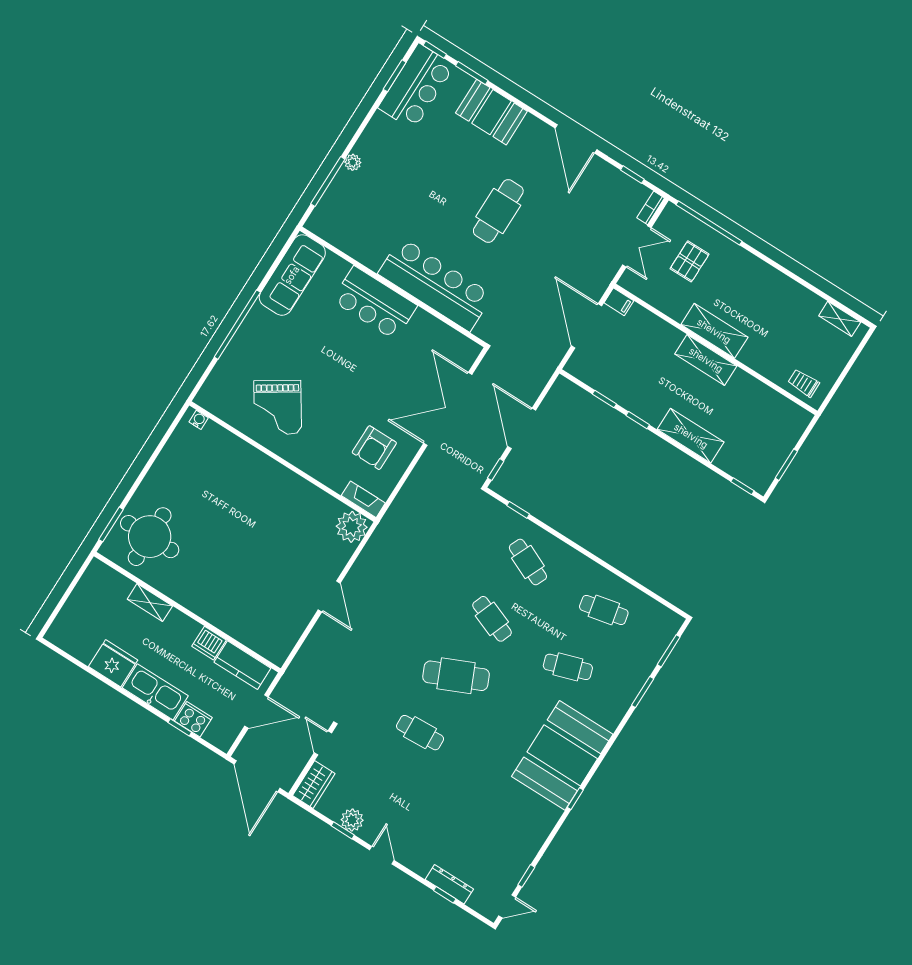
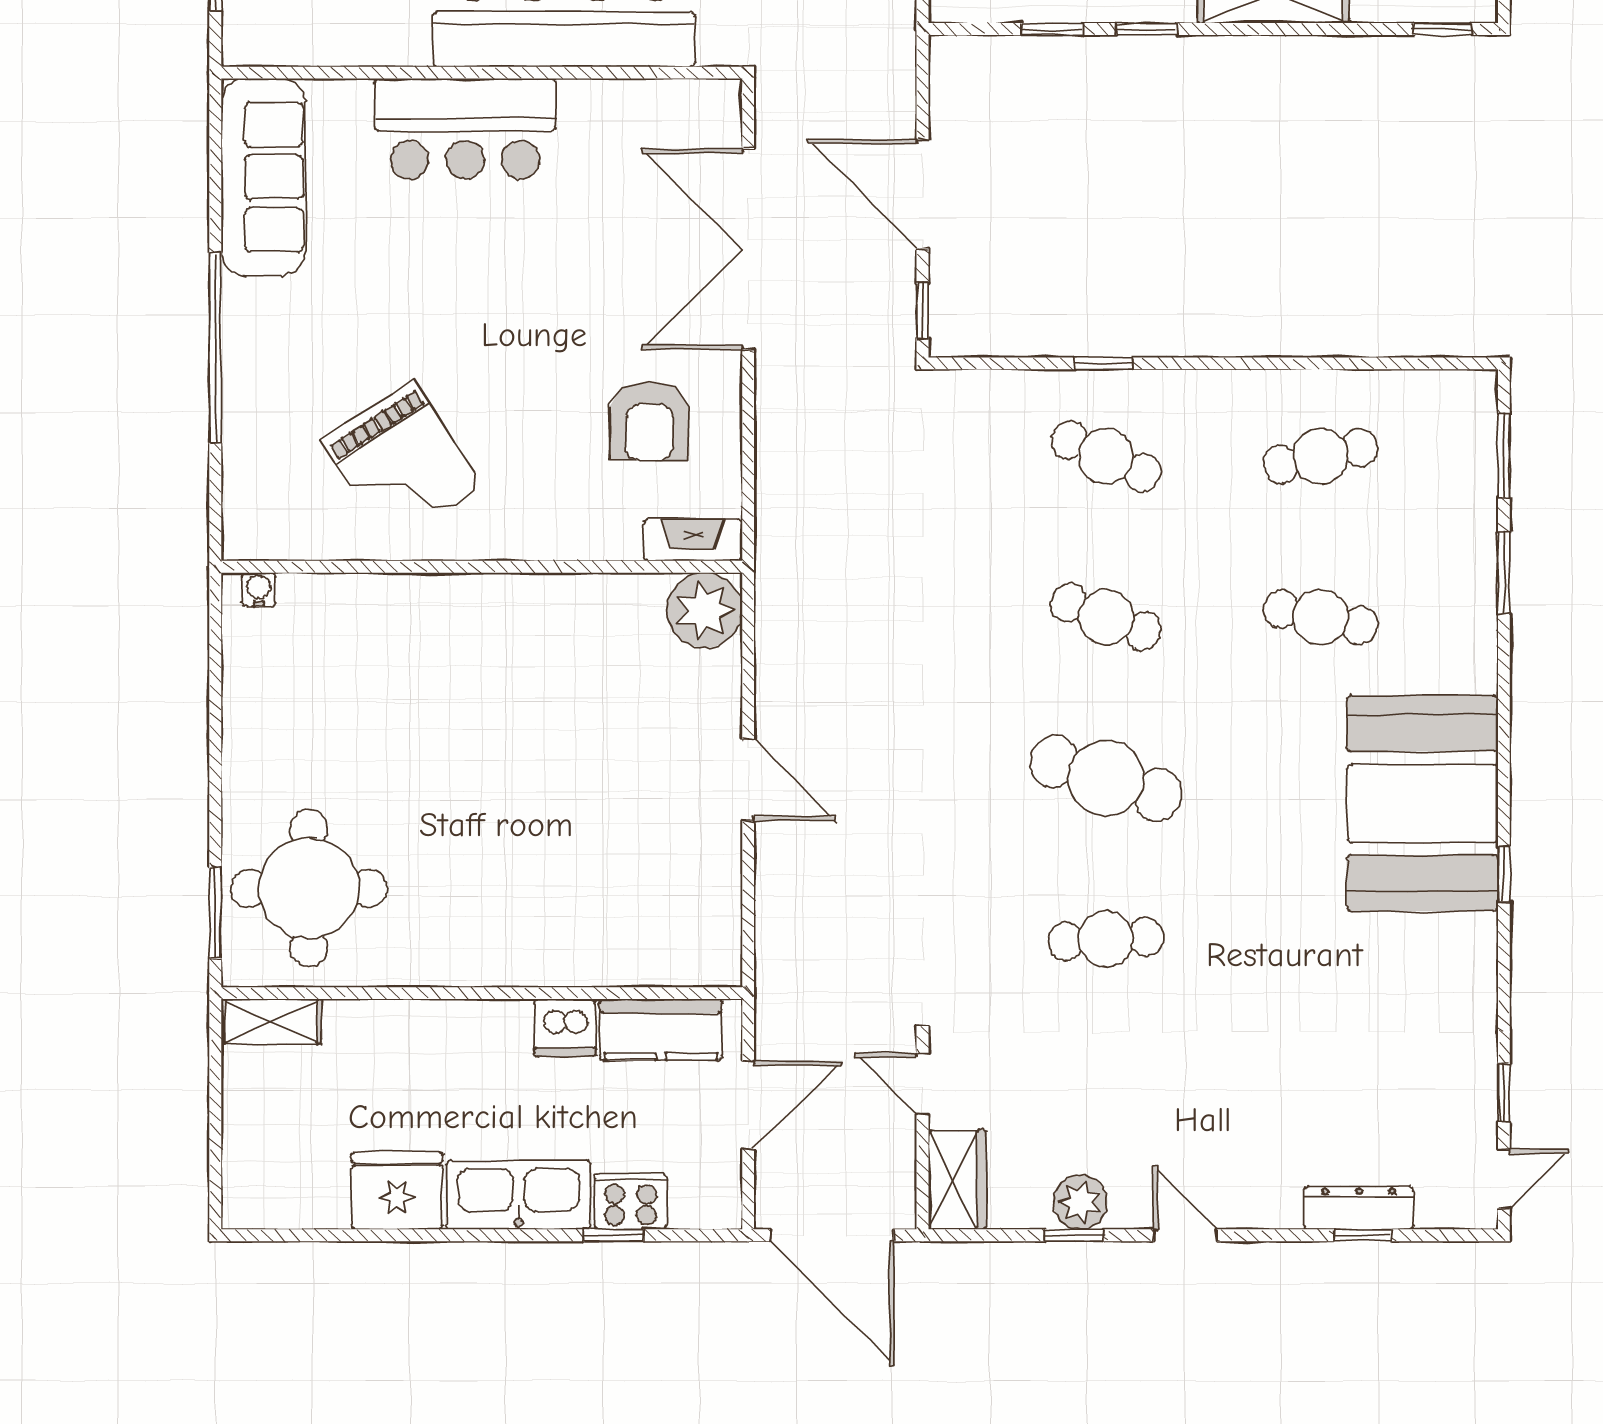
window: (518, 510) -> (1104, 363), moved
shelving: (150, 603) -> (271, 1021), moved
cafe table: (568, 667) -> (1321, 617), turned 30
cafe table: (456, 676) -> (1106, 778), turned 42

